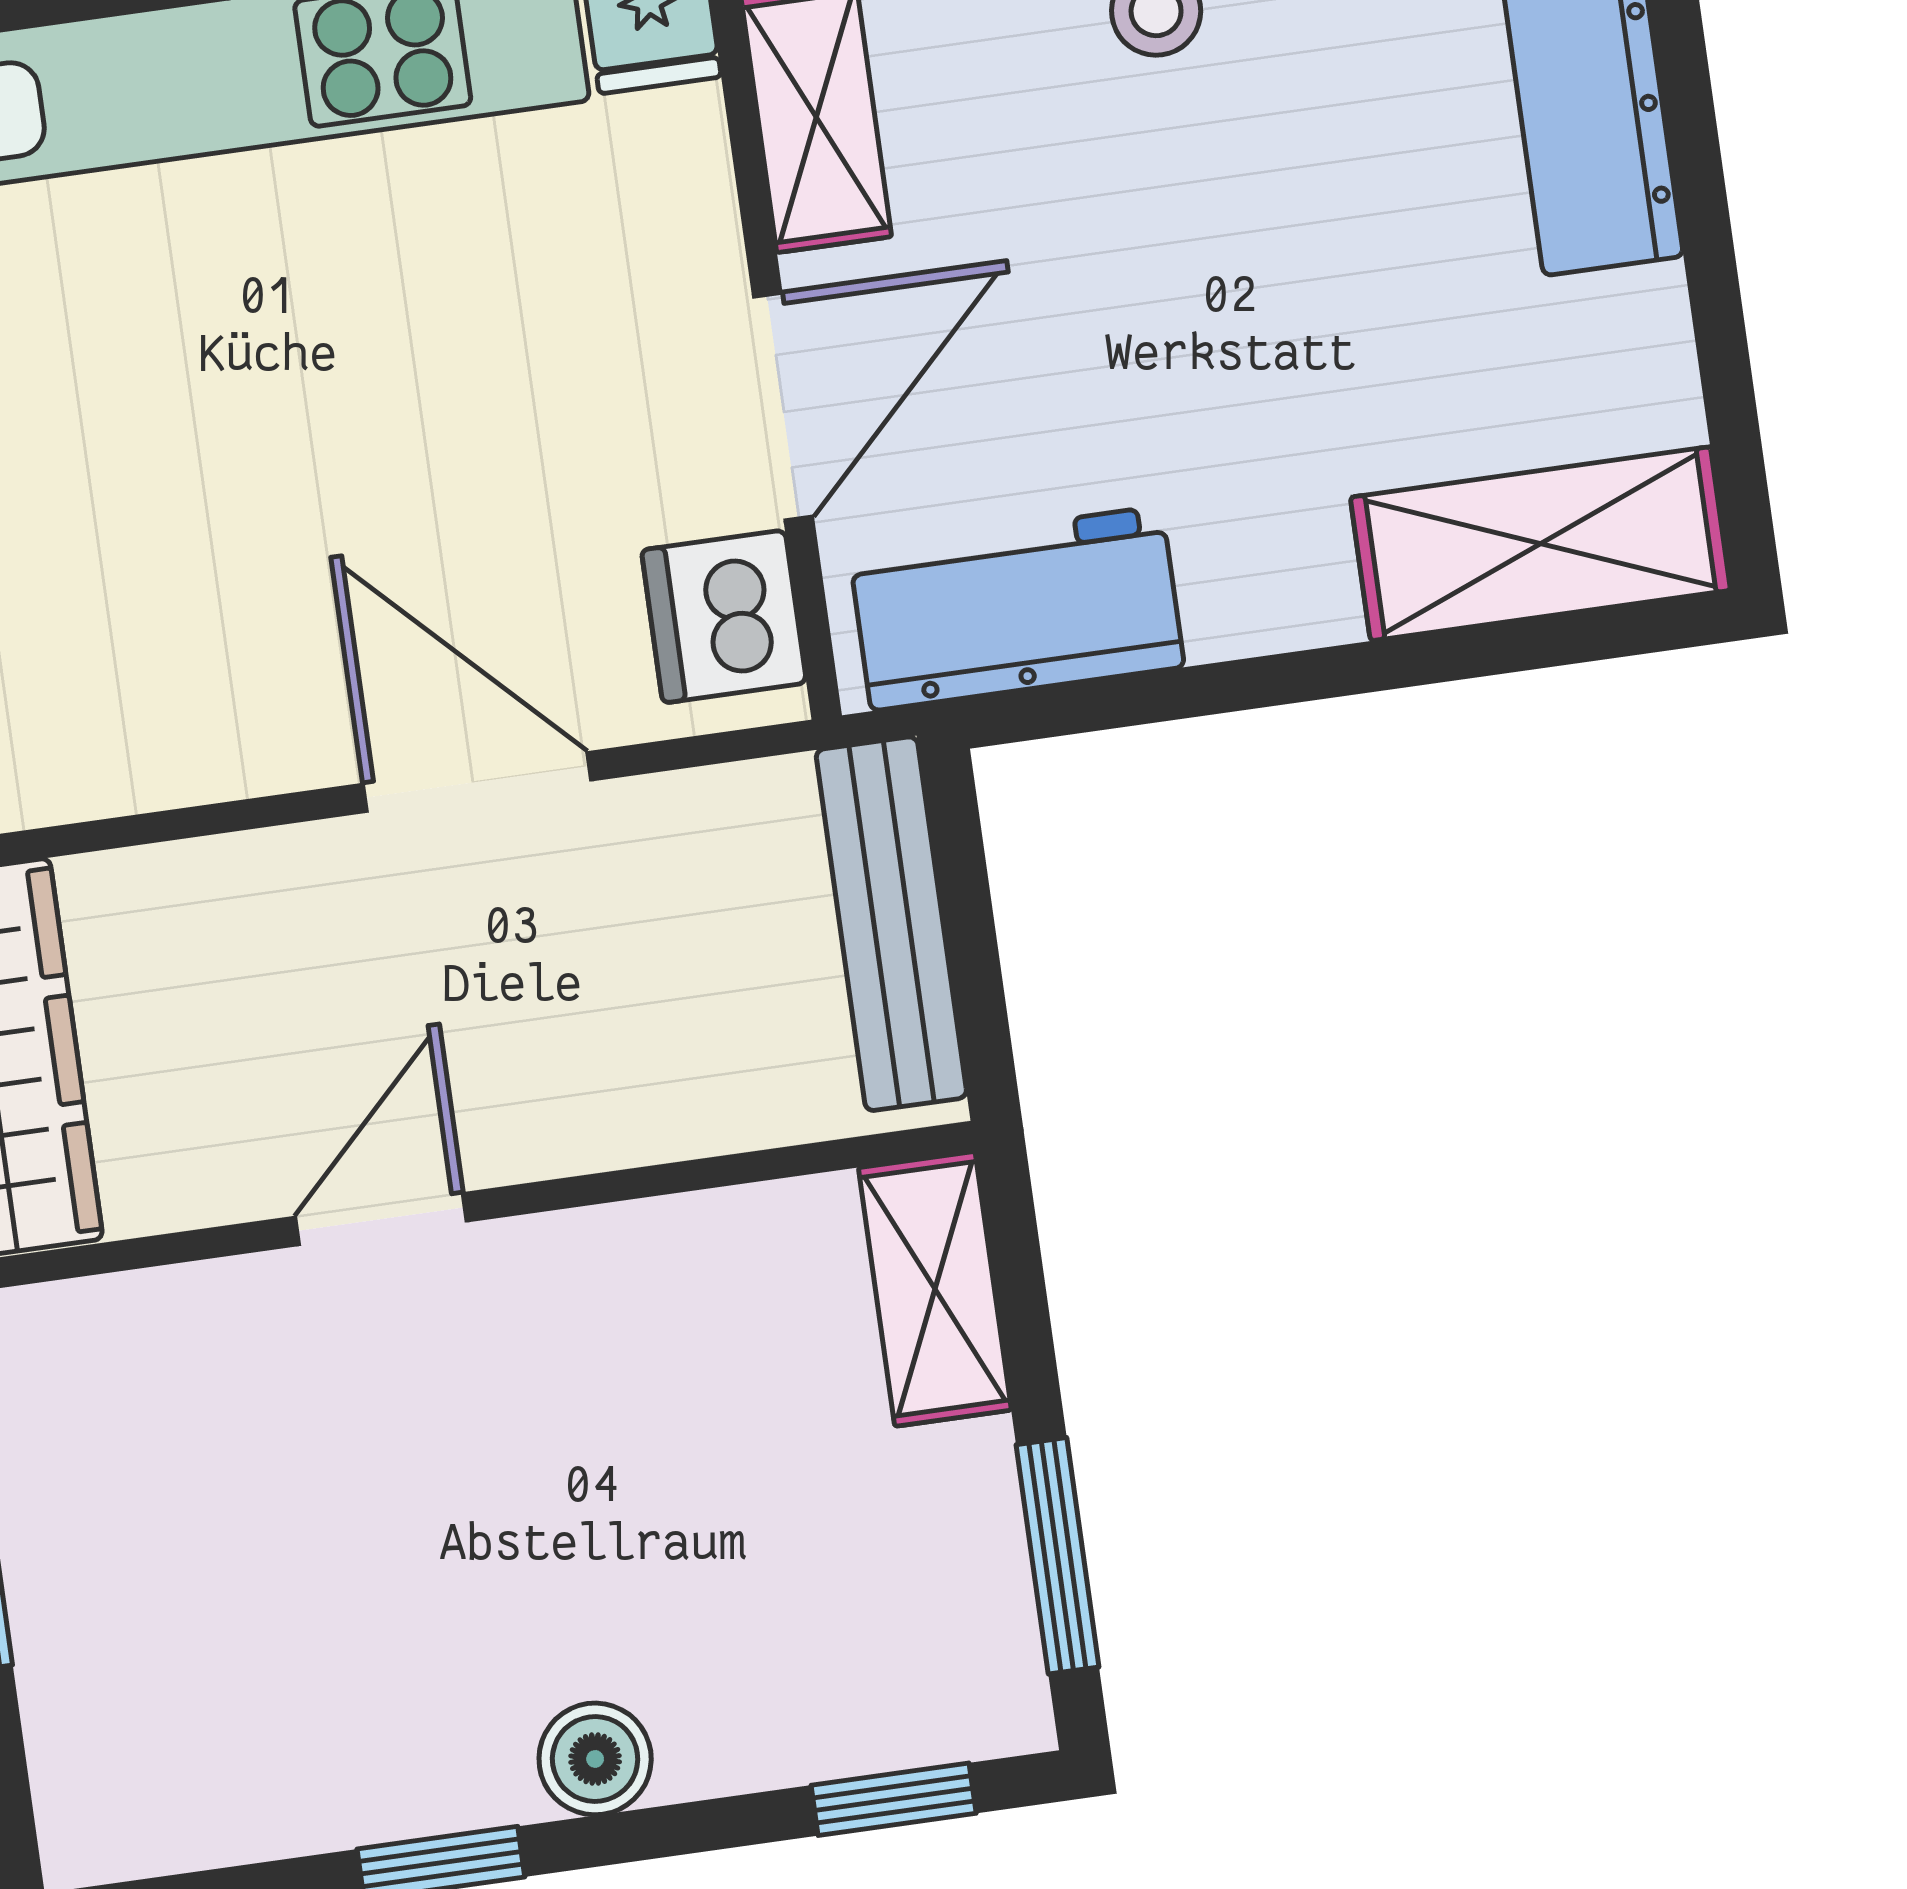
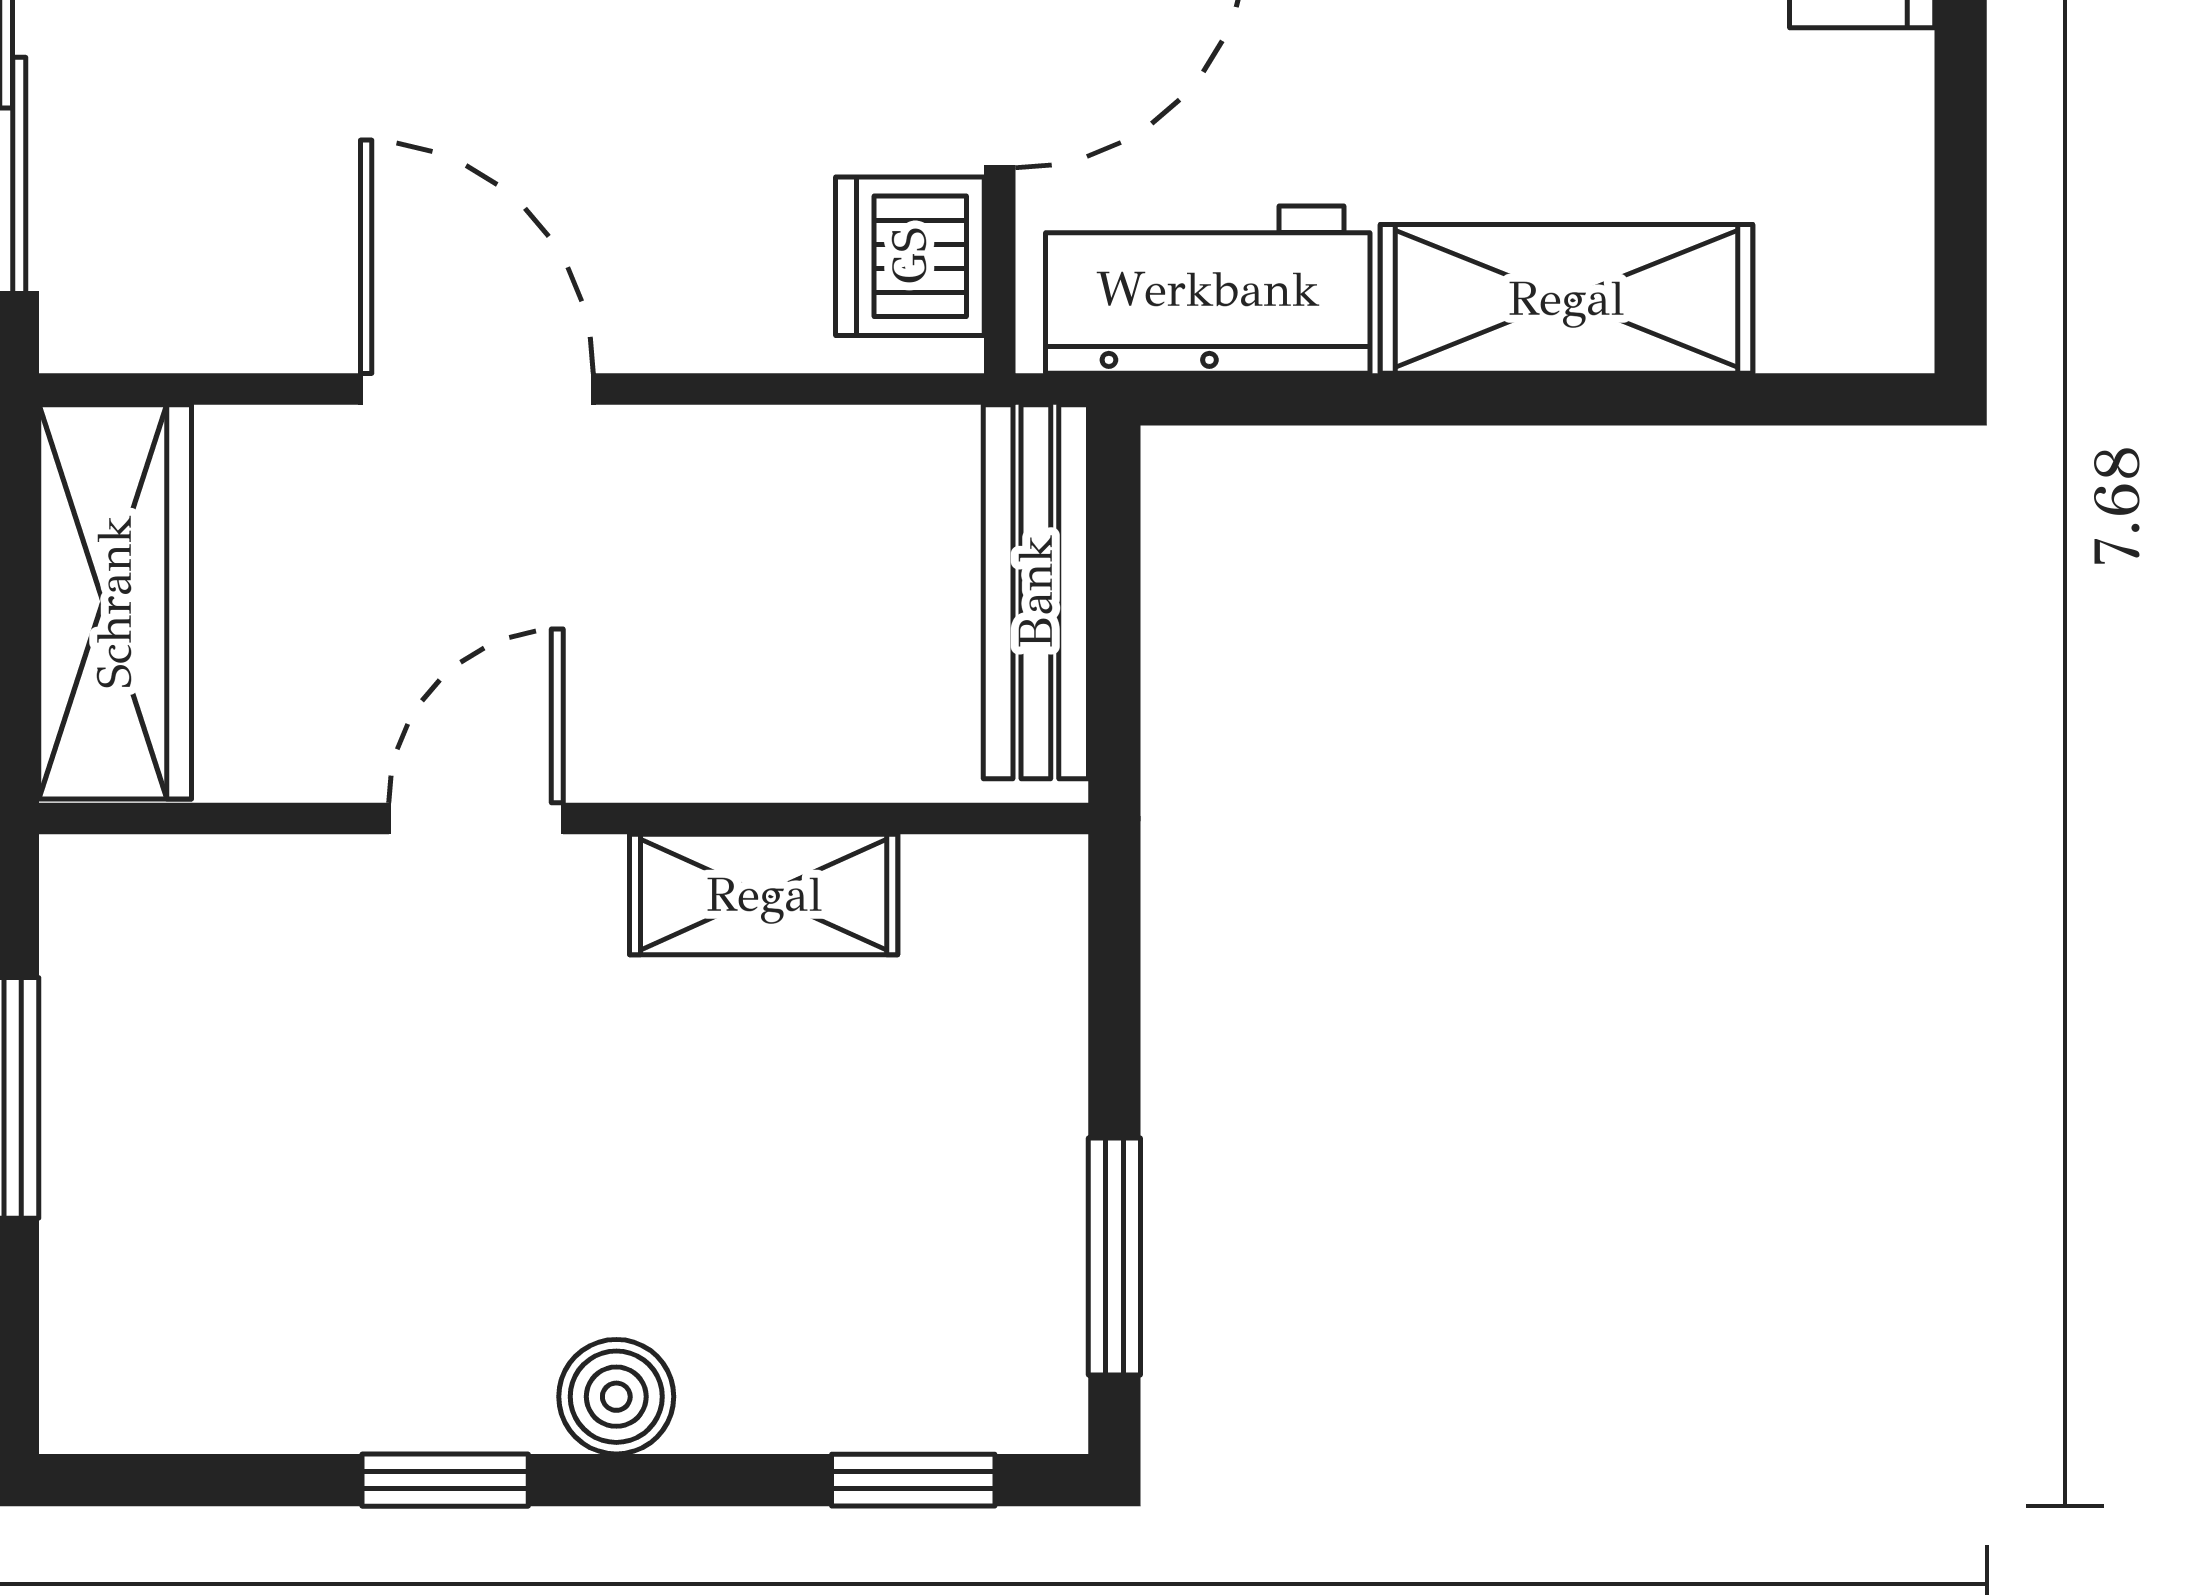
shelving: (1540, 544) -> (1566, 299), moved
door: (477, 782) -> (477, 389), moved
shelving: (935, 1289) -> (764, 895), moved, turned 90

